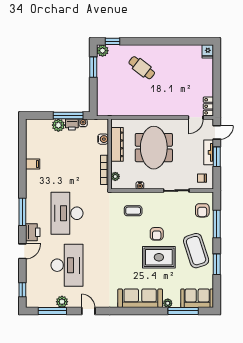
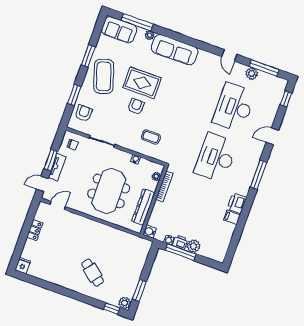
locker: (208, 106) -> (35, 230), moved
water cooler: (103, 139) -> (150, 232), moved
desk: (67, 213) -> (216, 158), turned 180
window: (217, 224) -> (74, 95), width x0.69
printer: (33, 232) -> (237, 203), moved

